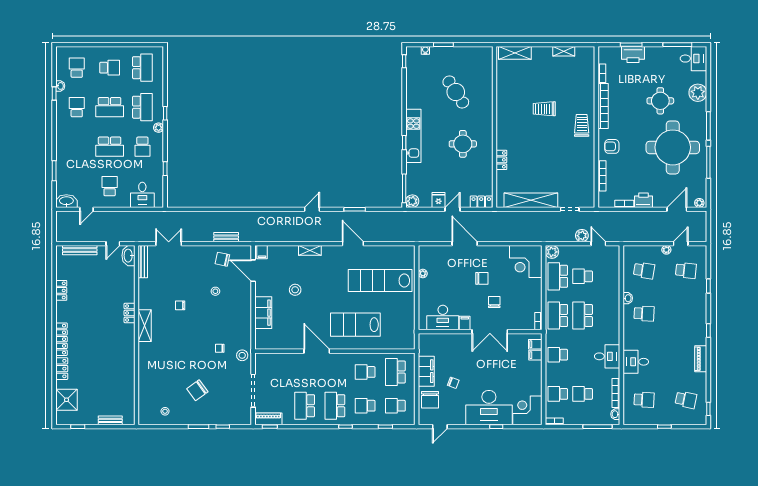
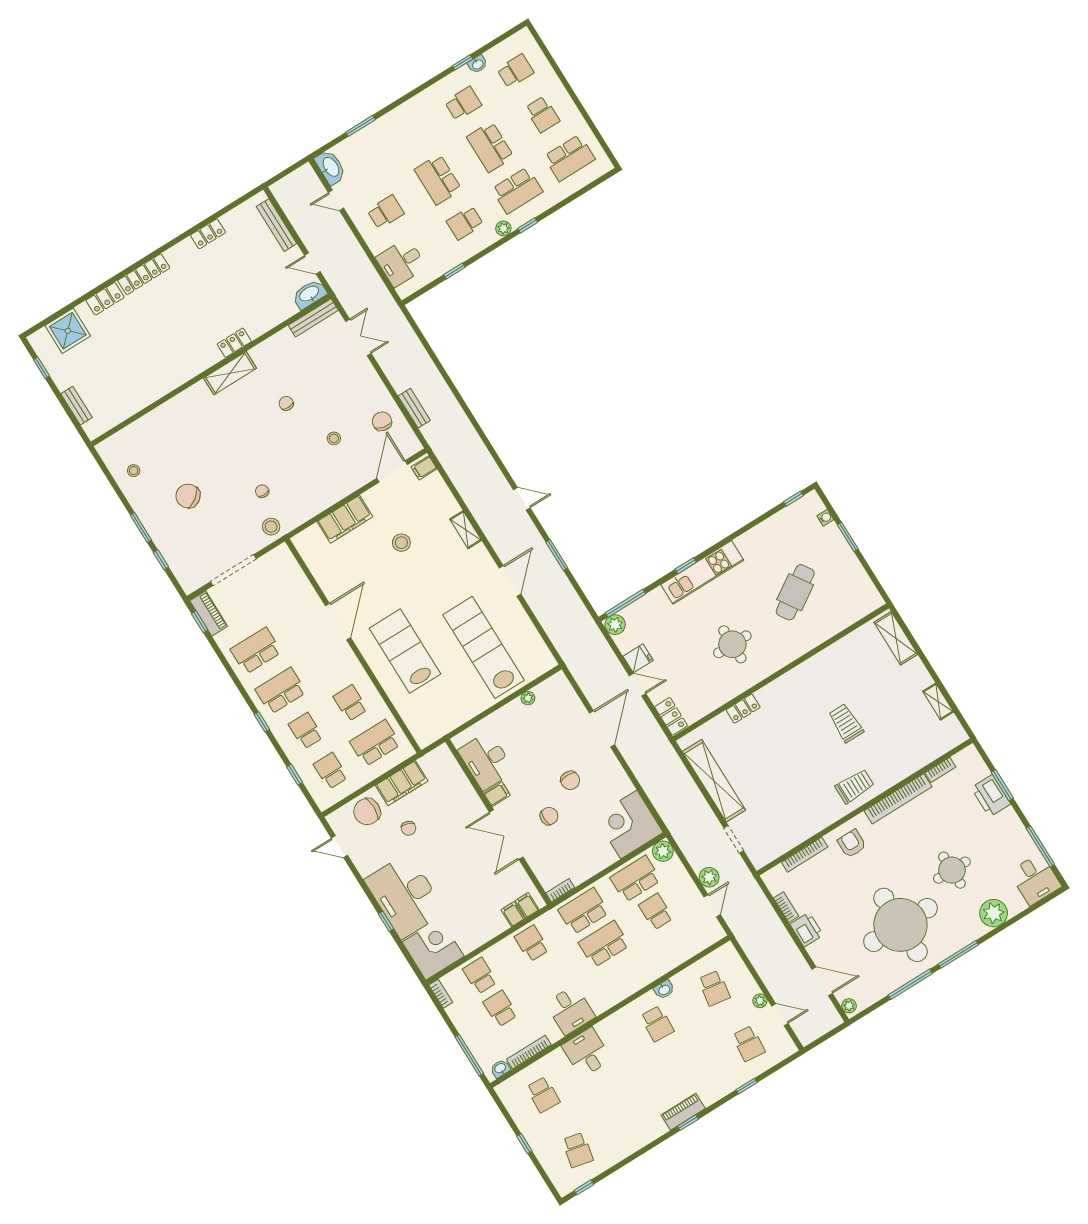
piano: (701, 359) -> (683, 1112), moved

